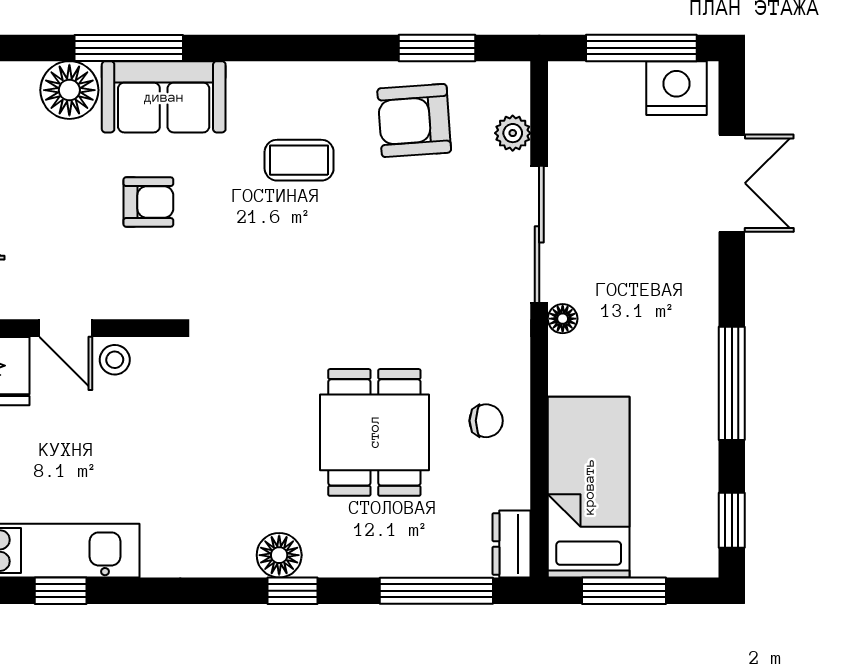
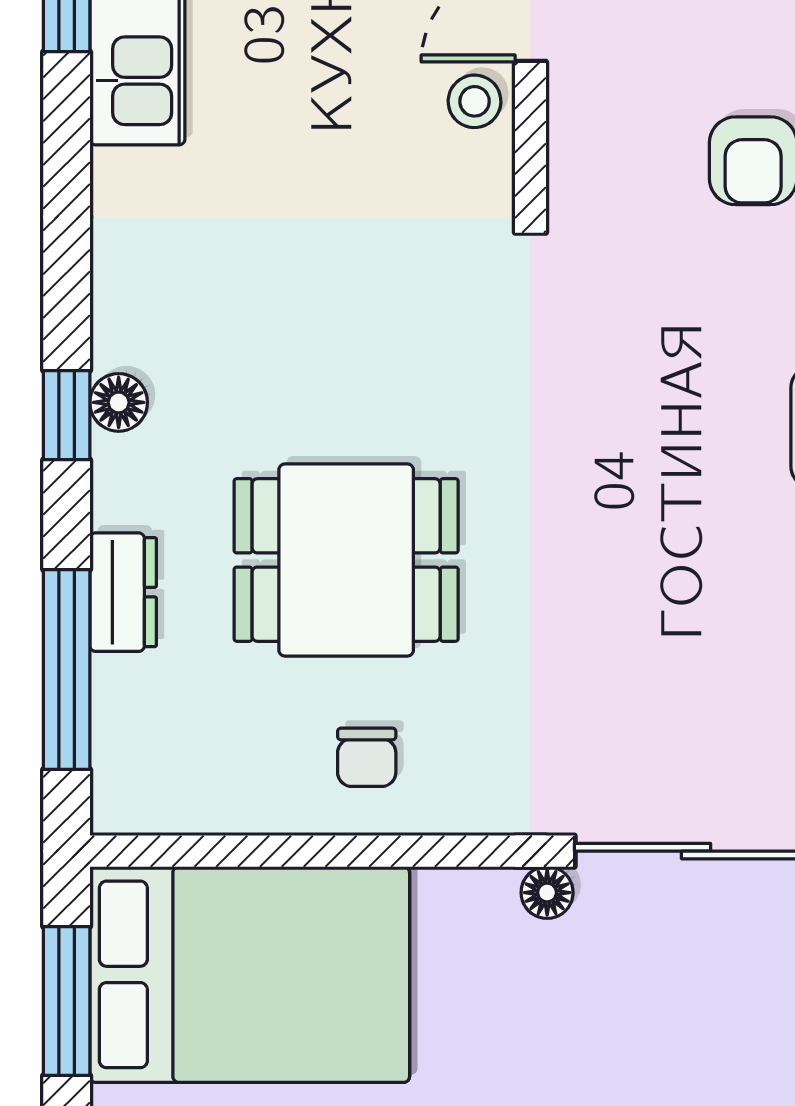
bed: (589, 487) -> (250, 974), width x1.50
dresser: (512, 544) -> (123, 592), moved, turned 90
floor lamp: (279, 555) -> (119, 402), width x0.73, depth x0.73

